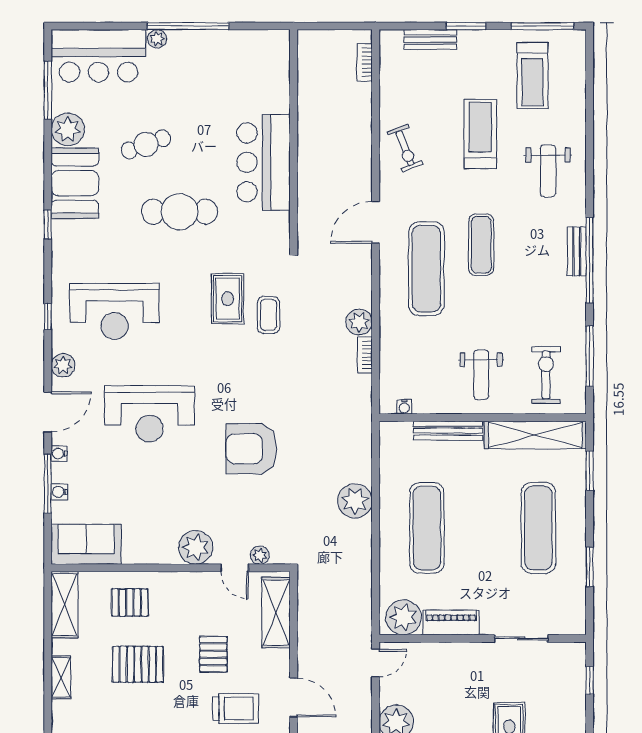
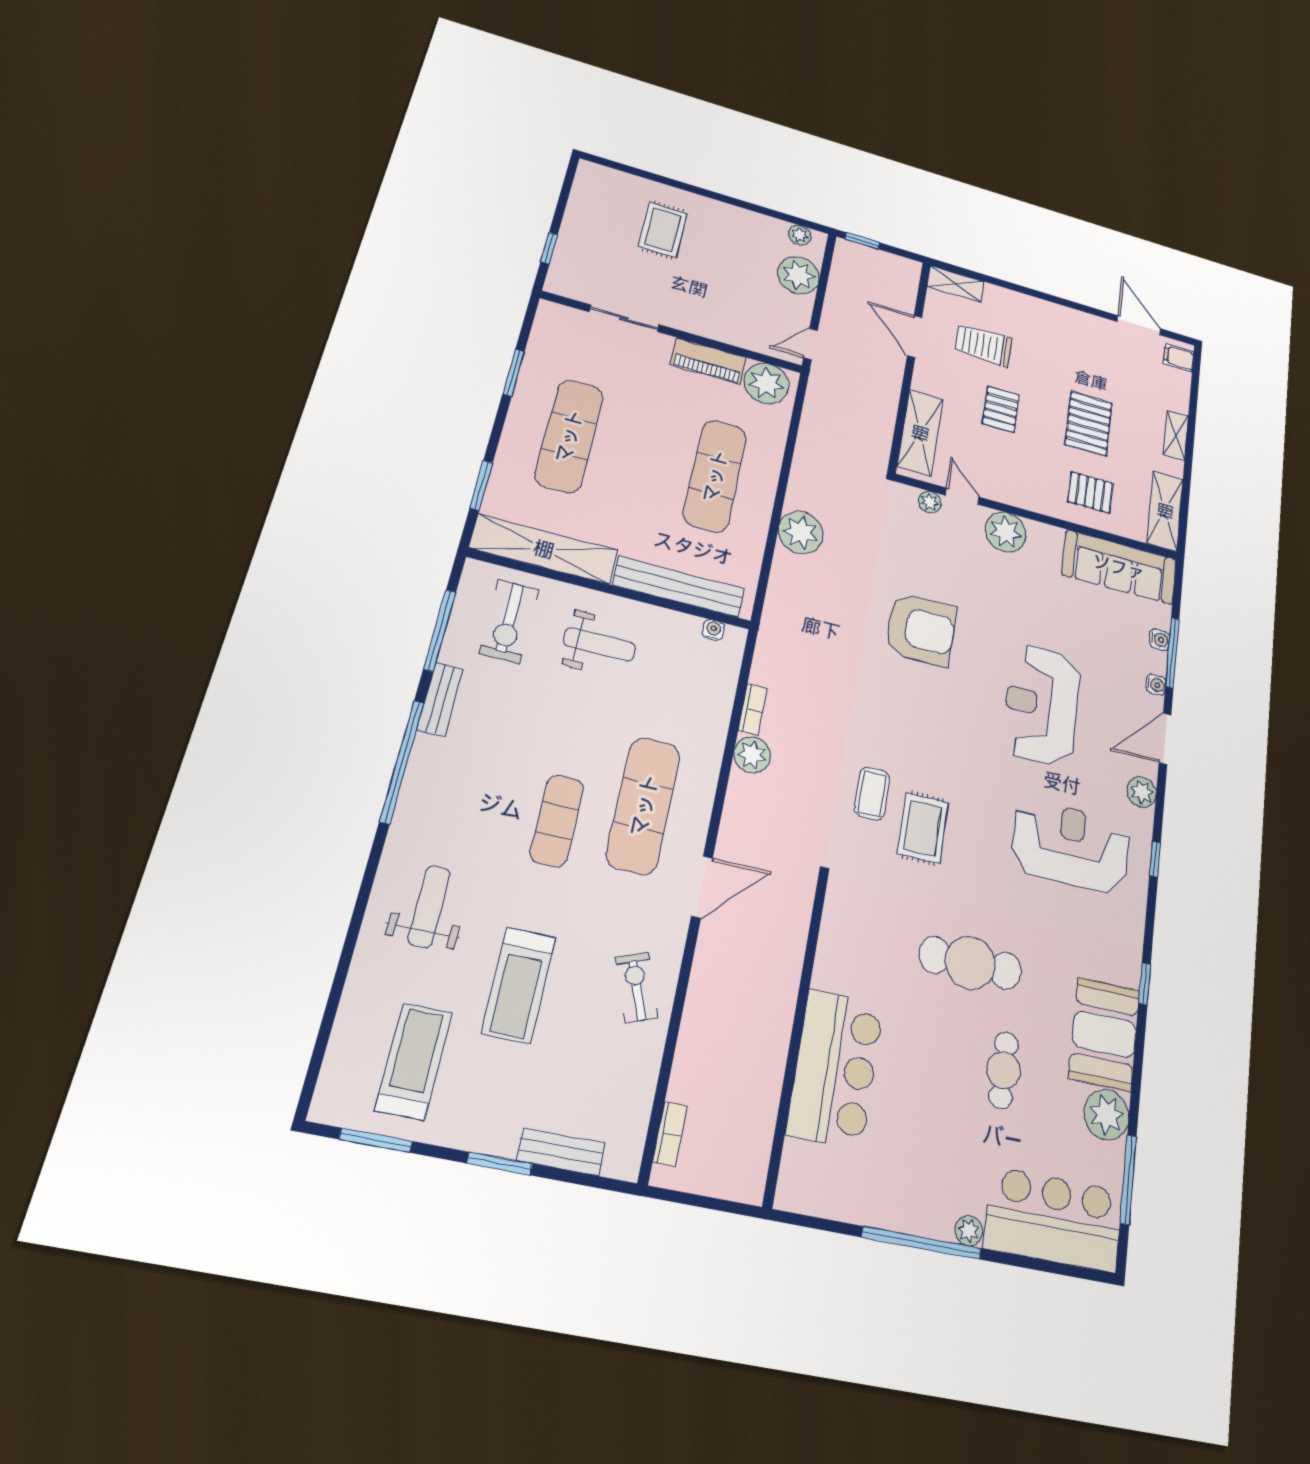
window: (542, 26) -> (376, 1140), width x0.69
cafe table: (146, 144) -> (1004, 1070), turned -70
bar counter: (264, 162) -> (835, 1069), moved
bench: (577, 251) -> (440, 699), moved
weight bench: (481, 375) -> (599, 644), turned 90
reception desk: (150, 414) -> (1042, 705), turned -90
bench: (448, 431) -> (679, 587), width x1.37, depth x1.21
sofa: (86, 544) -> (1119, 567), width x1.36
pallet: (138, 664) -> (1089, 424), turned 90

